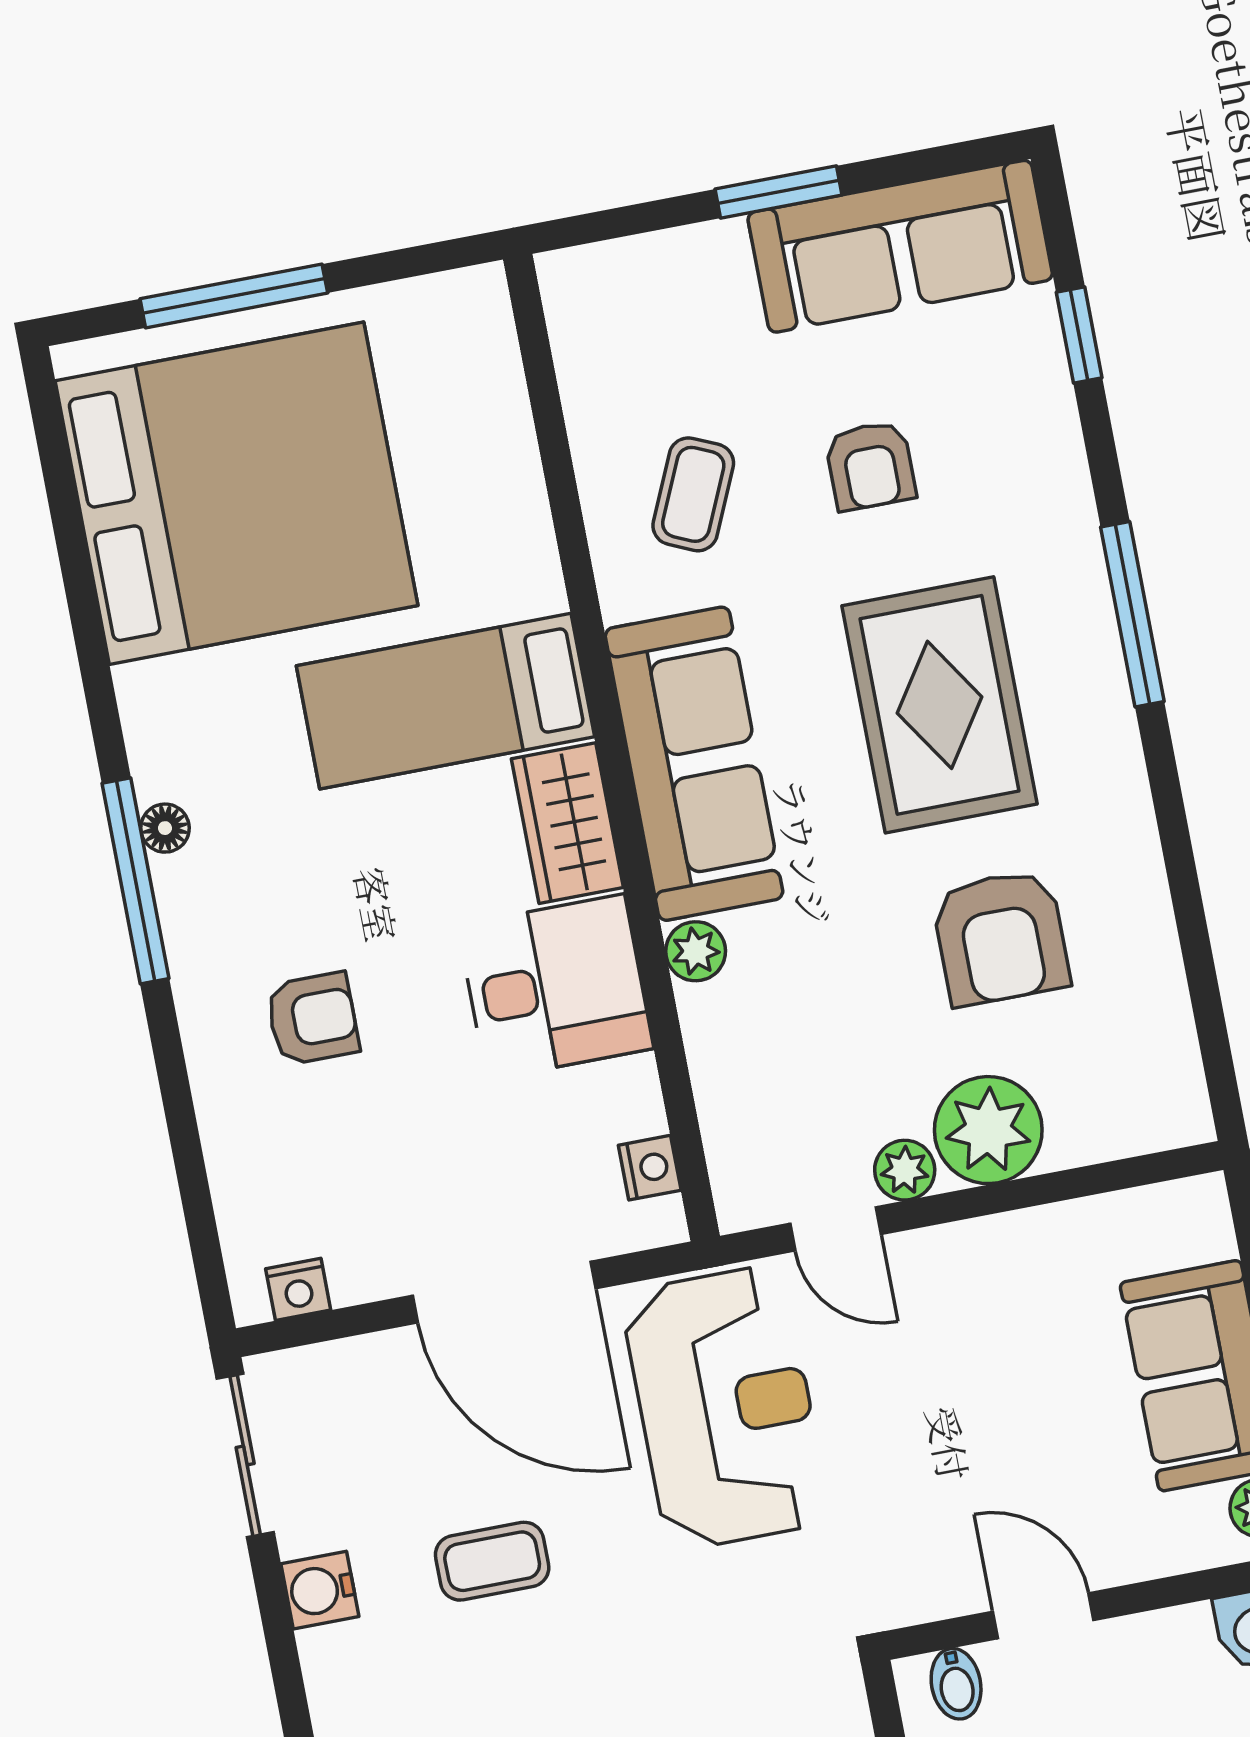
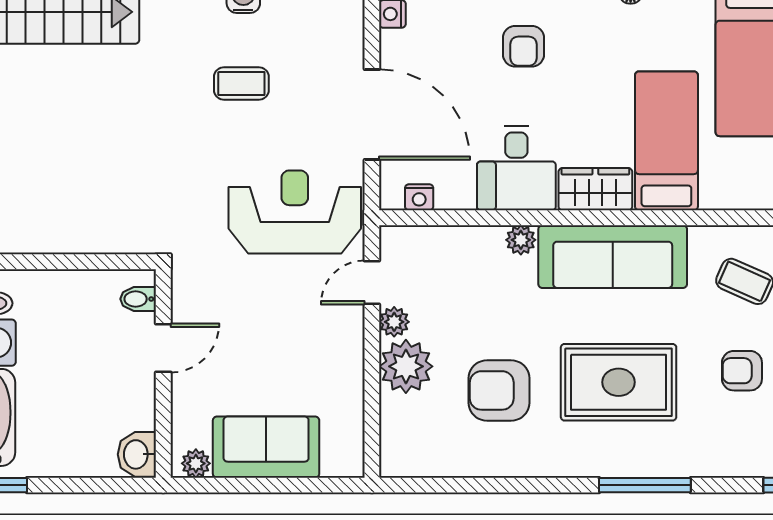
door: (504, 1292) -> (372, 114), swing flipped
reception desk: (725, 1408) -> (295, 212), turned 180
coffee table: (492, 1561) -> (241, 83), turned 90

